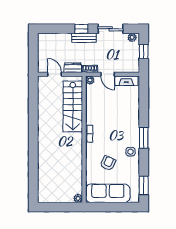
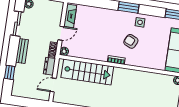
window: (81, 29) -> (10, 72), moved
armchair: (108, 163) -> (131, 41), moved

